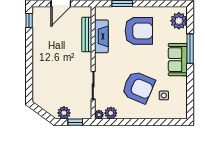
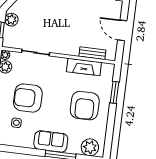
bench: (87, 34) -> (92, 53), width x0.73
armchair: (138, 87) -> (28, 98), turned 67

